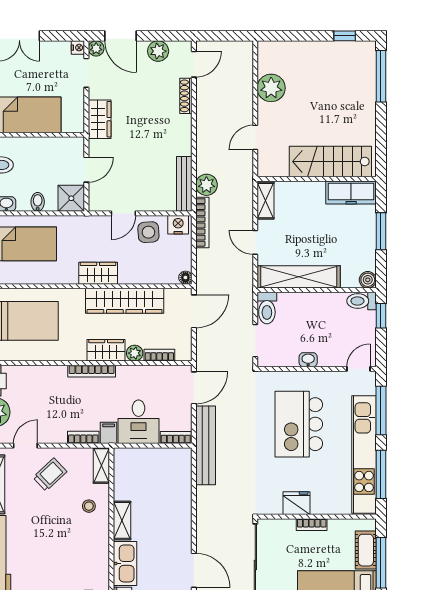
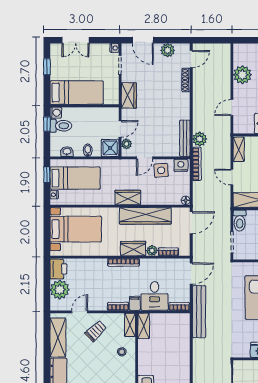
plant: (96, 48) -> (126, 144), moved
shelving: (122, 520) -> (144, 326), moved

